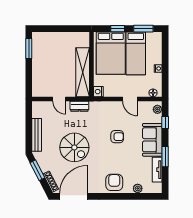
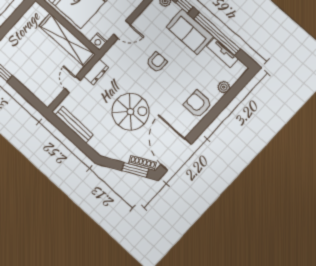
door: (59, 99) -> (72, 85), swing flipped
door: (130, 99) -> (122, 29), moved
bench: (37, 135) -> (74, 125), moved
window: (165, 157) -> (217, 34), width x2.11
window: (37, 170) -> (135, 170), moved

